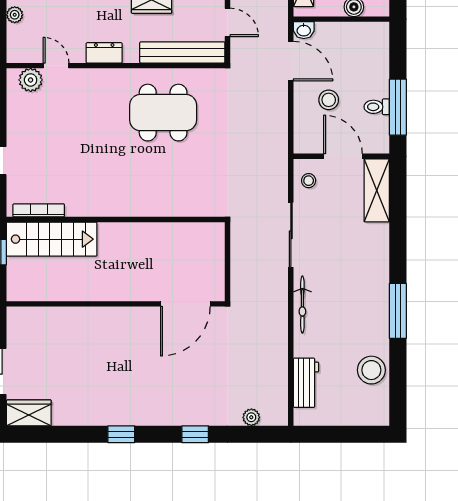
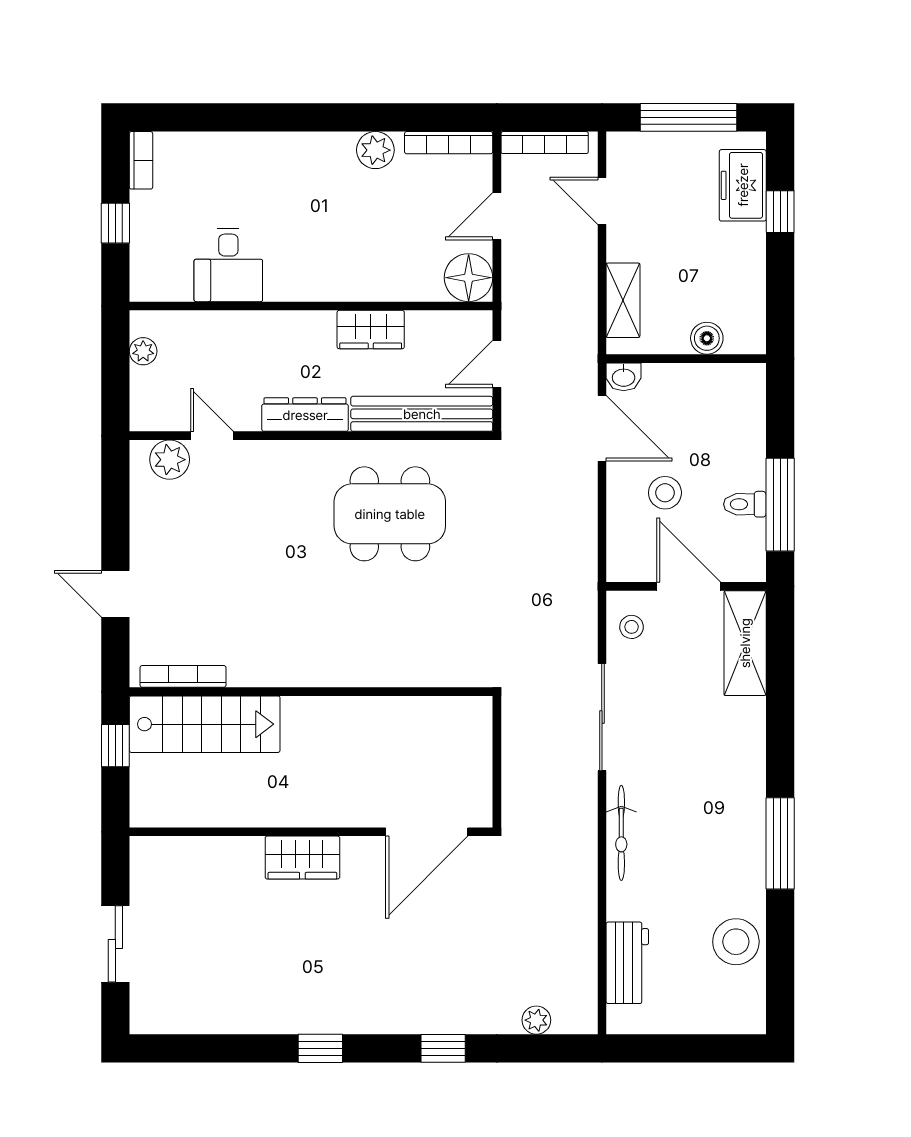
door: (227, 22) -> (497, 364), swing flipped
dresser: (104, 53) -> (305, 415), width x1.44
wardrobe: (29, 413) -> (302, 858), moved, turned 180

